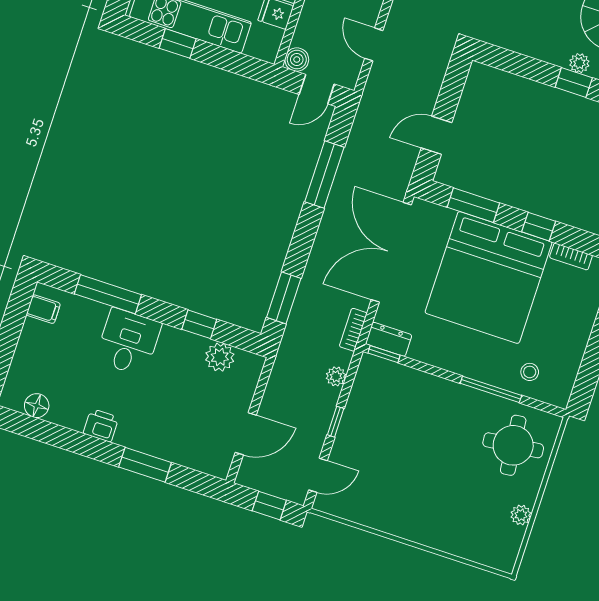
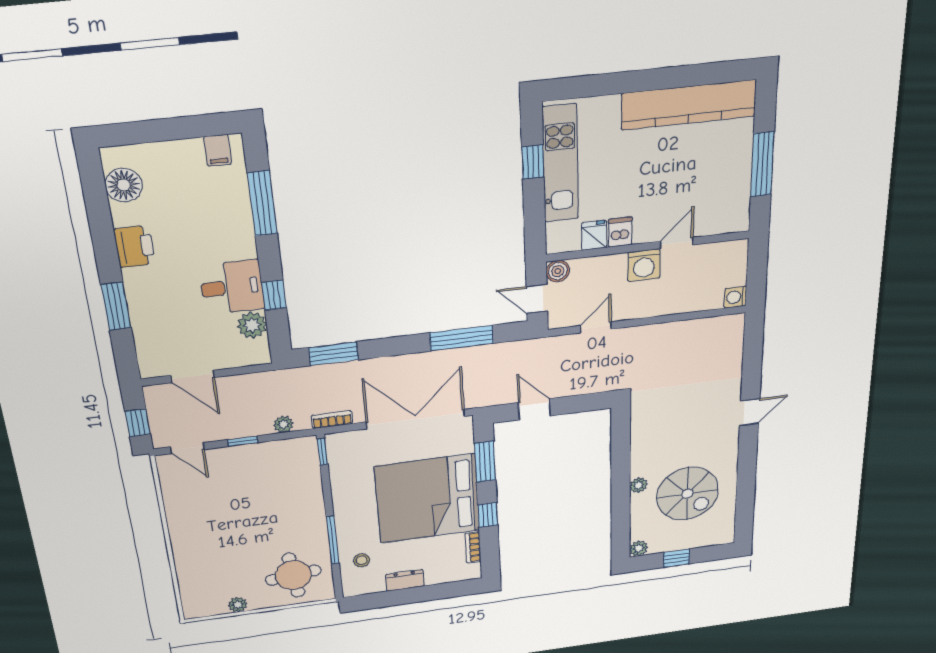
window: (574, 82) -> (621, 488), removed
dresser: (389, 339) -> (405, 580), moved, turned -90
desk: (128, 342) -> (232, 287), moved
floor lamp: (37, 406) -> (124, 185), width x1.38, depth x1.38
printer: (101, 425) -> (134, 246), width x1.36, depth x1.24

